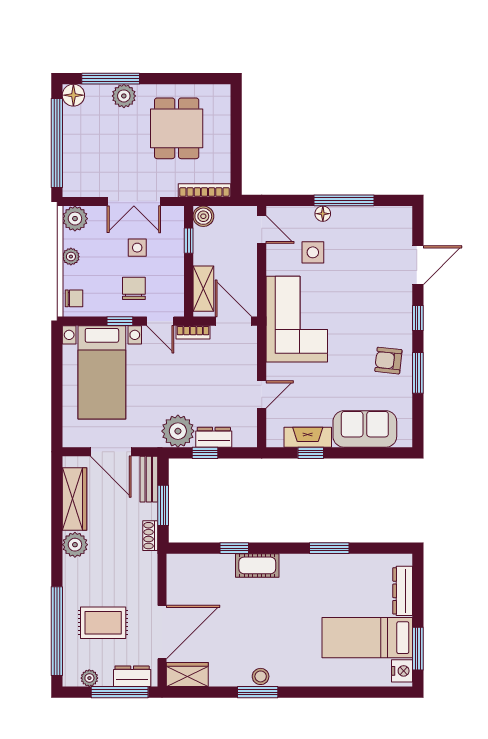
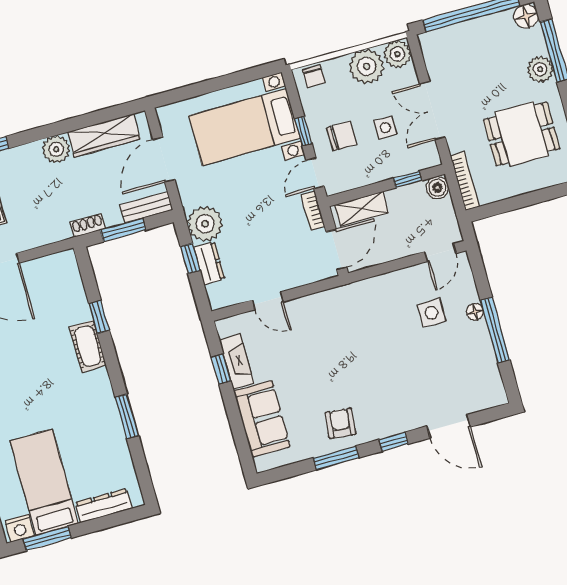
plant: (71, 257) -> (367, 66), width x1.88, depth x1.88
corner sofa: (297, 319) -> (357, 315), removed

